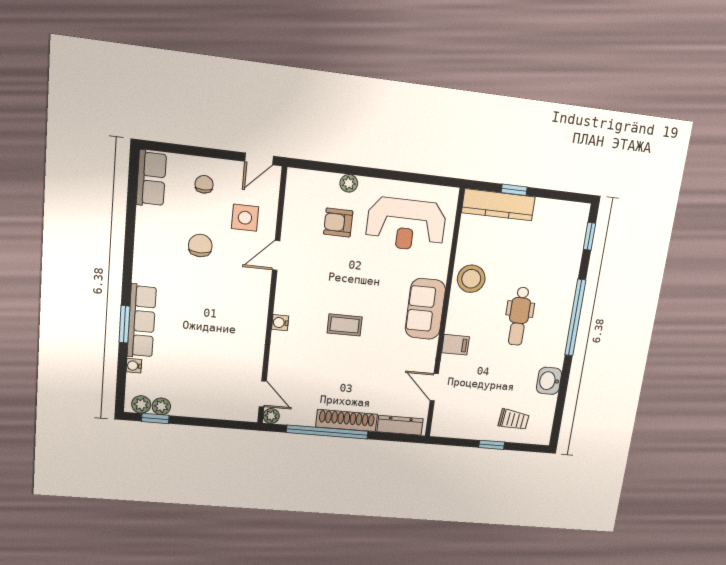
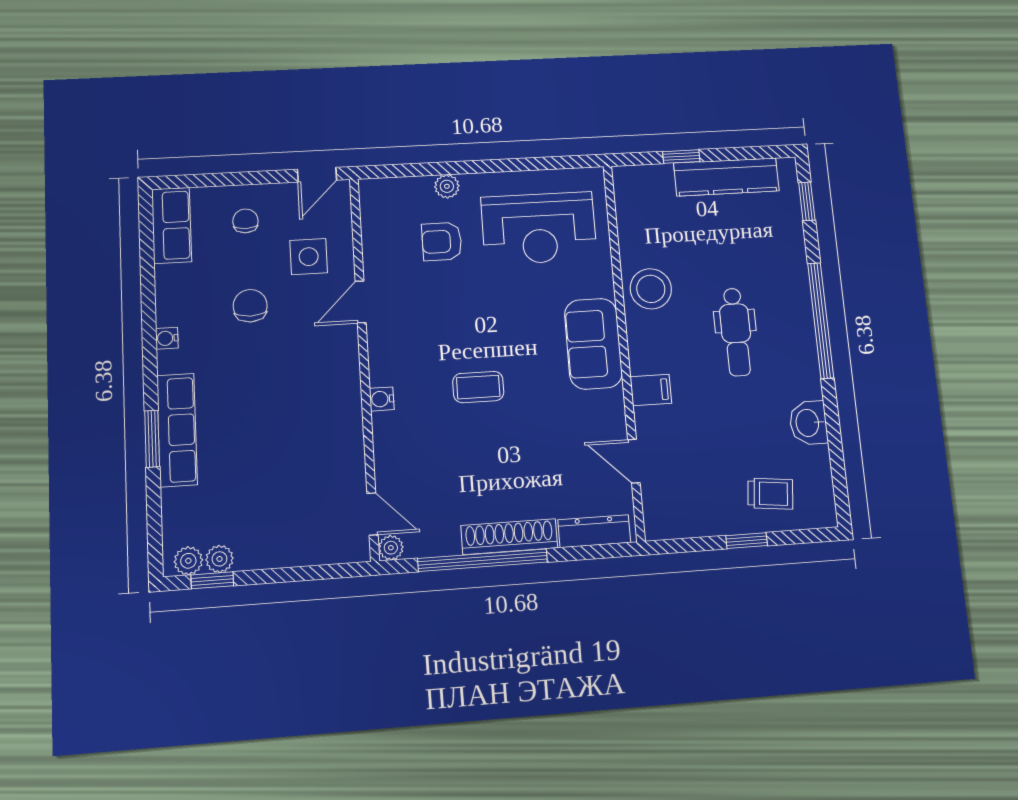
kitchen counter: (498, 205) -> (726, 177), moved
water cooler: (134, 366) -> (167, 338), moved

